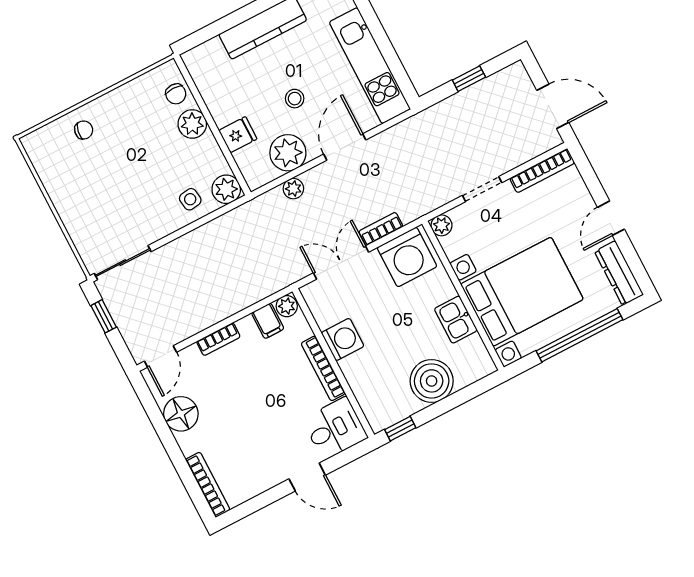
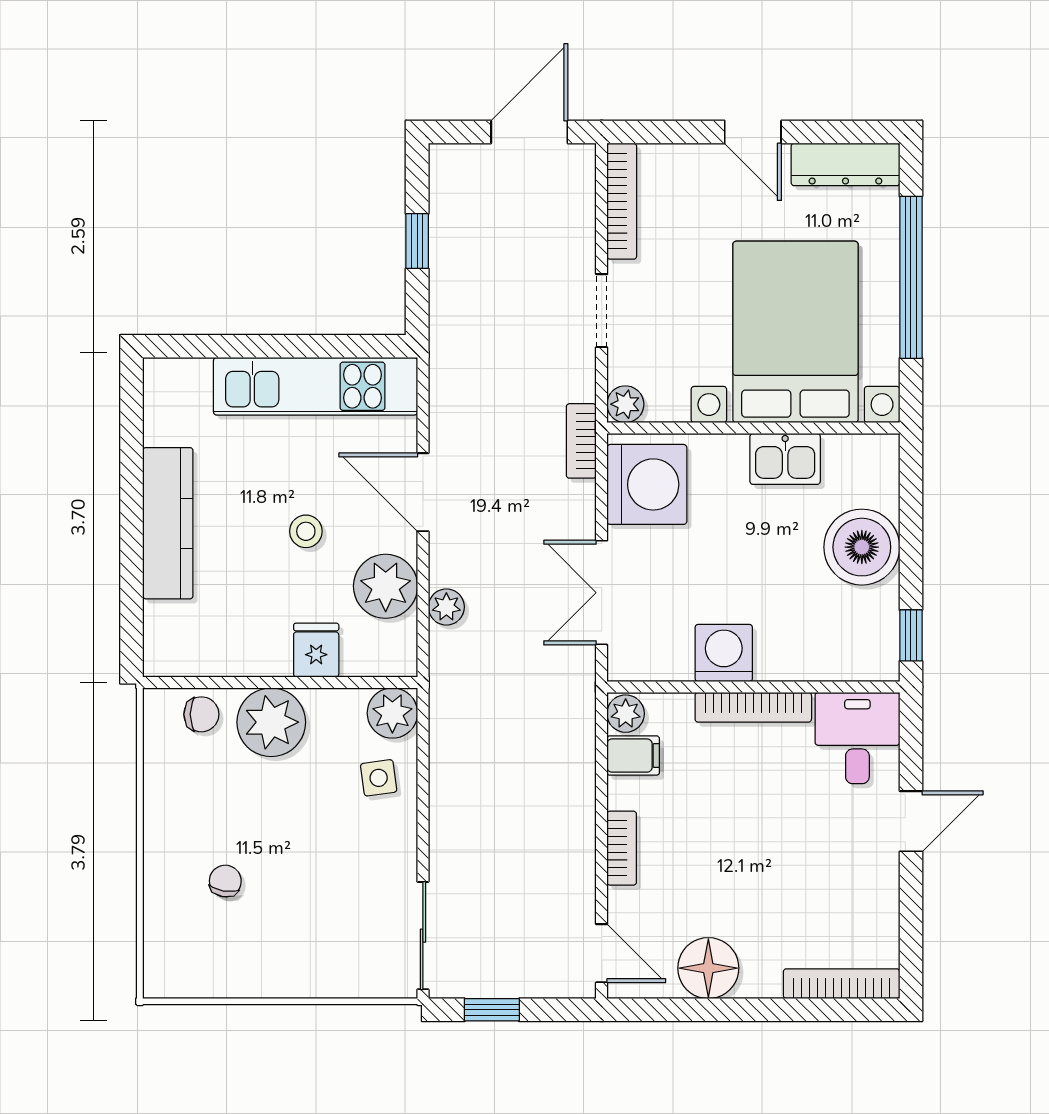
plant: (192, 124) -> (271, 722), width x1.36, depth x1.36
chair: (84, 130) -> (225, 881), moved
bookcase: (381, 229) -> (581, 441), moved

